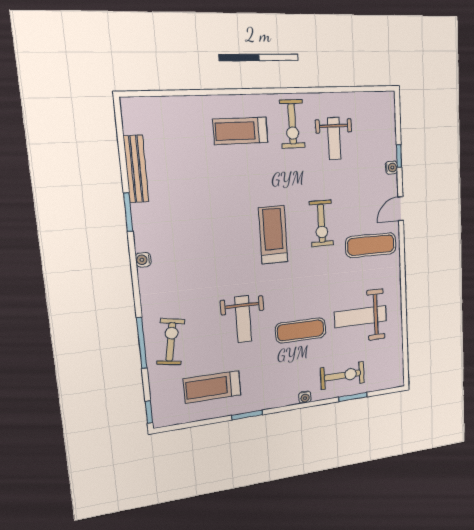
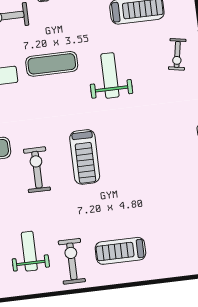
treadmill: (240, 131) -> (120, 251), turned 180
exercise bike: (171, 342) -> (177, 54), width x0.73, depth x0.72

